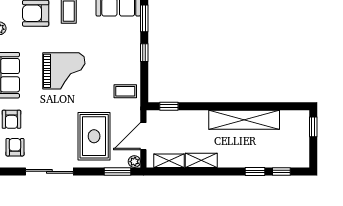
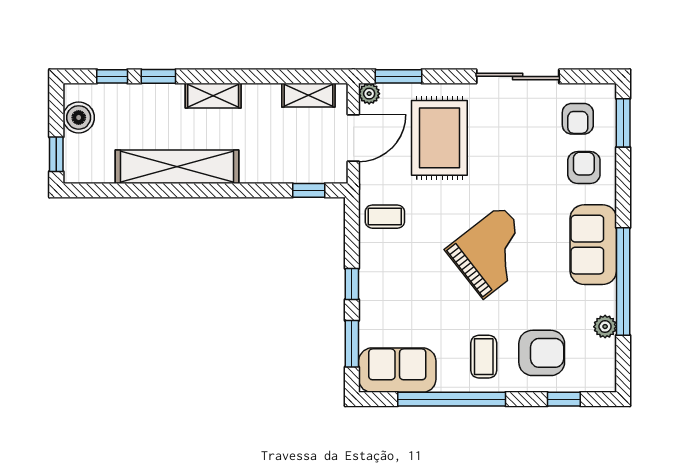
grand piano: (64, 71) -> (492, 252), turned 142
boiler: (300, 148) -> (79, 117), added
shelving: (201, 160) -> (213, 96), moved

